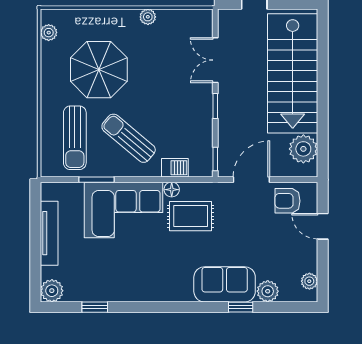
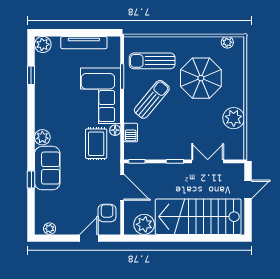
plant: (148, 17) -> (234, 118), width x1.88, depth x1.88
plant: (268, 291) -> (42, 137), moved

